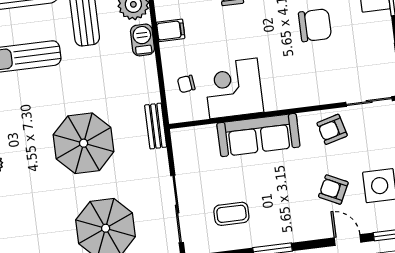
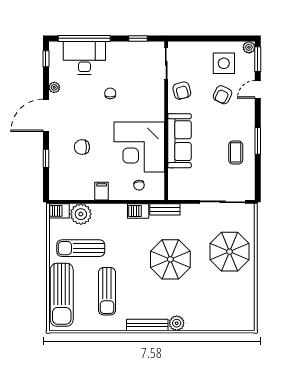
chair: (315, 25) -> (110, 93), width x0.54, depth x0.54
barbecue: (142, 40) -> (138, 211), moved
corner desk: (233, 88) -> (139, 147), width x1.36, depth x1.36
coffee table: (231, 214) -> (236, 152), moved

